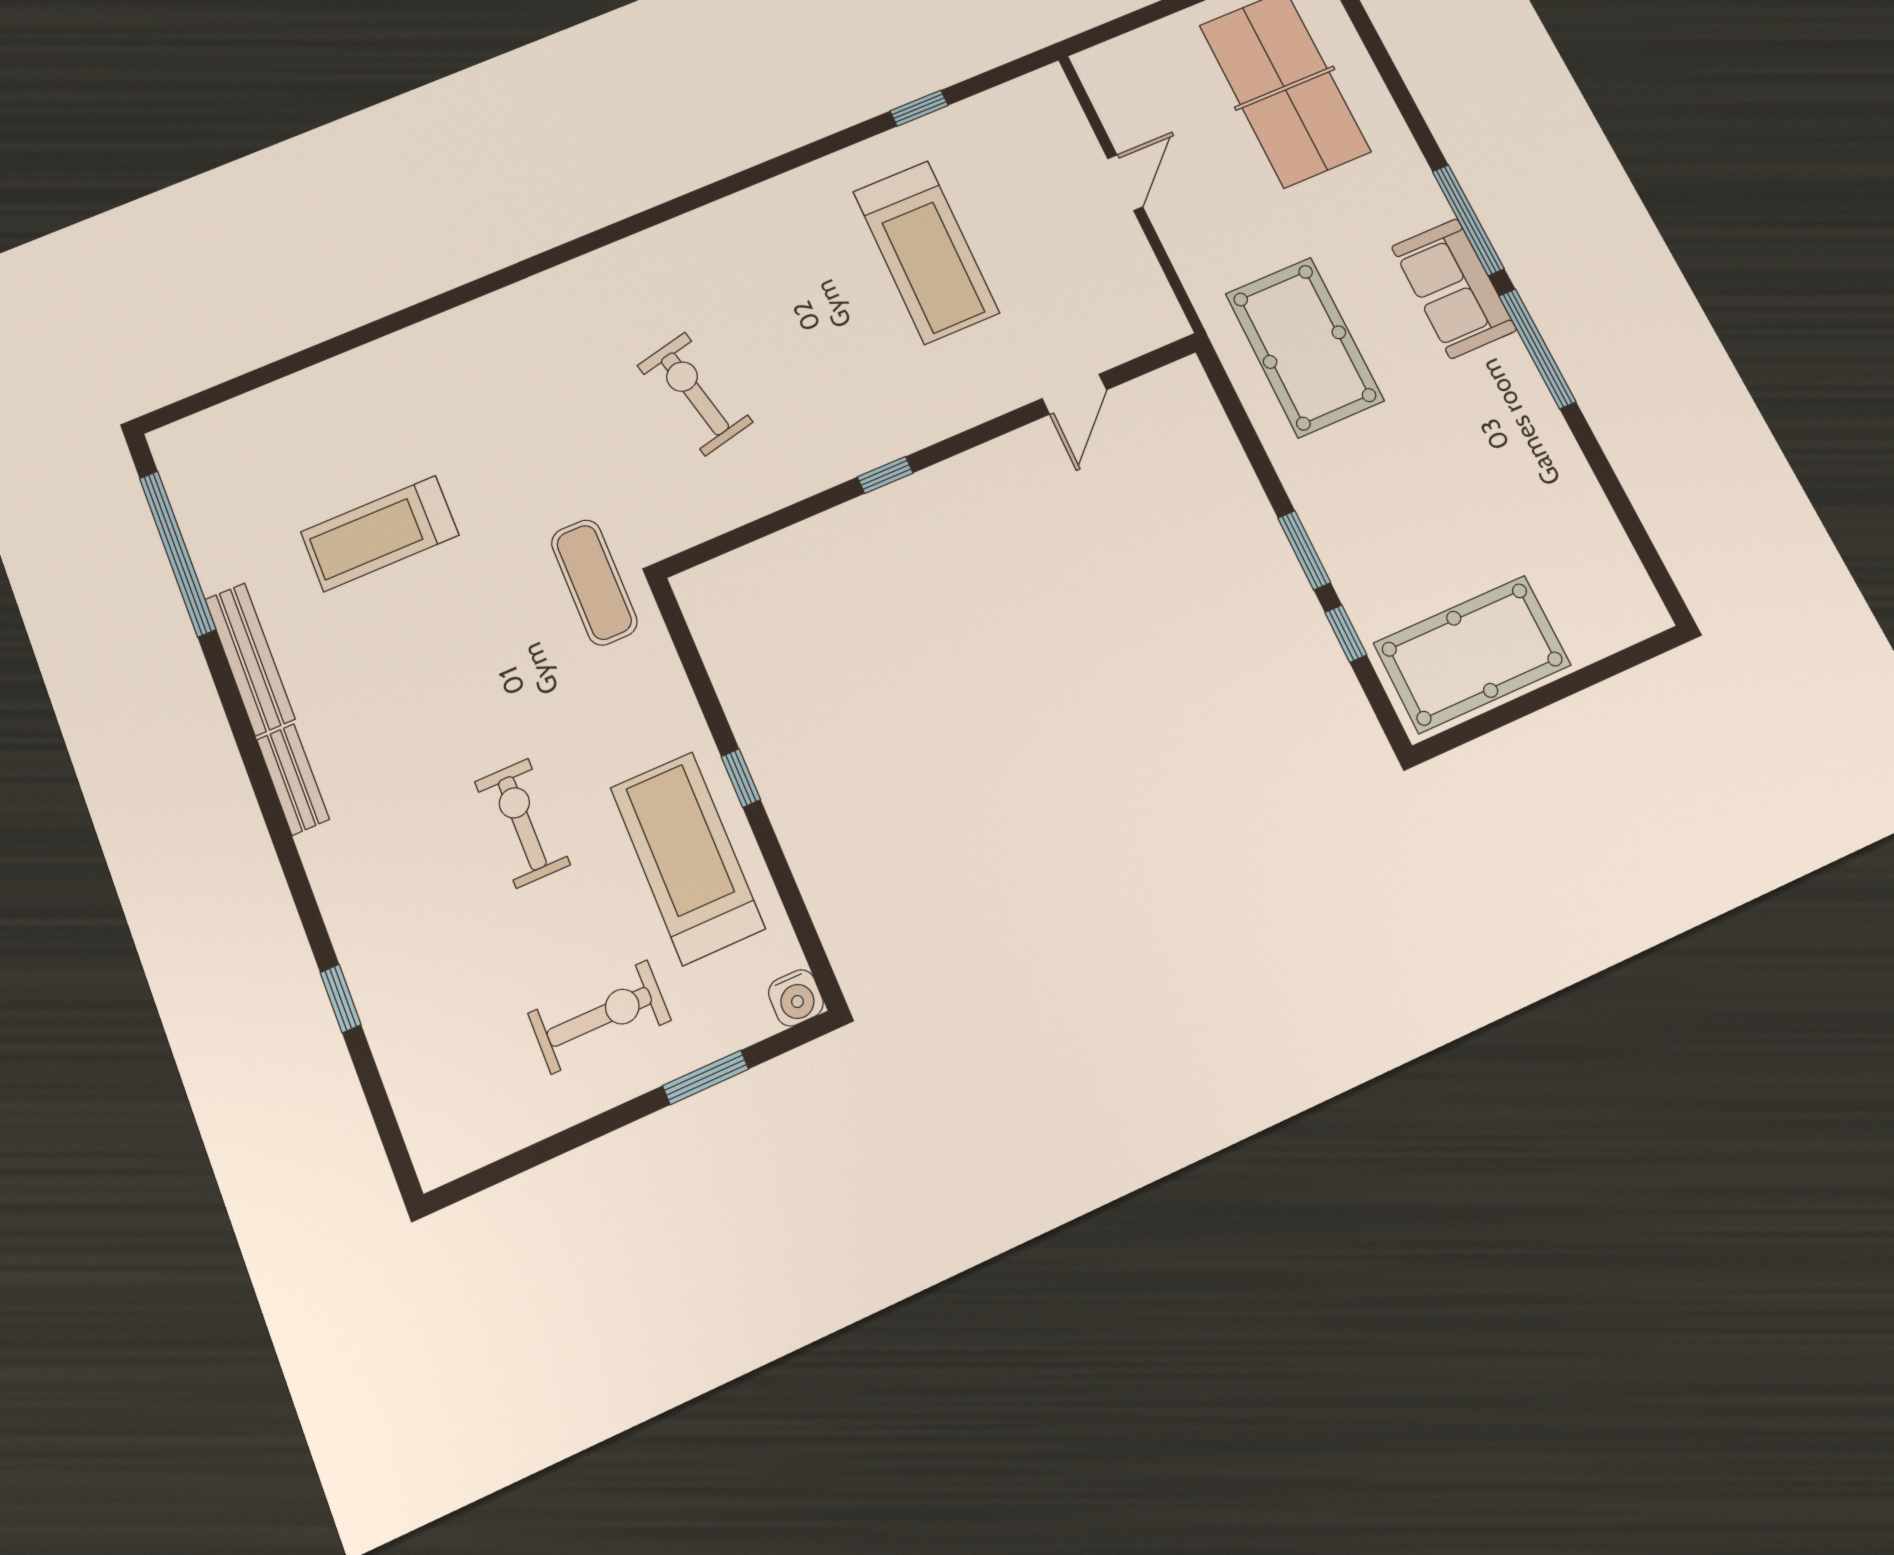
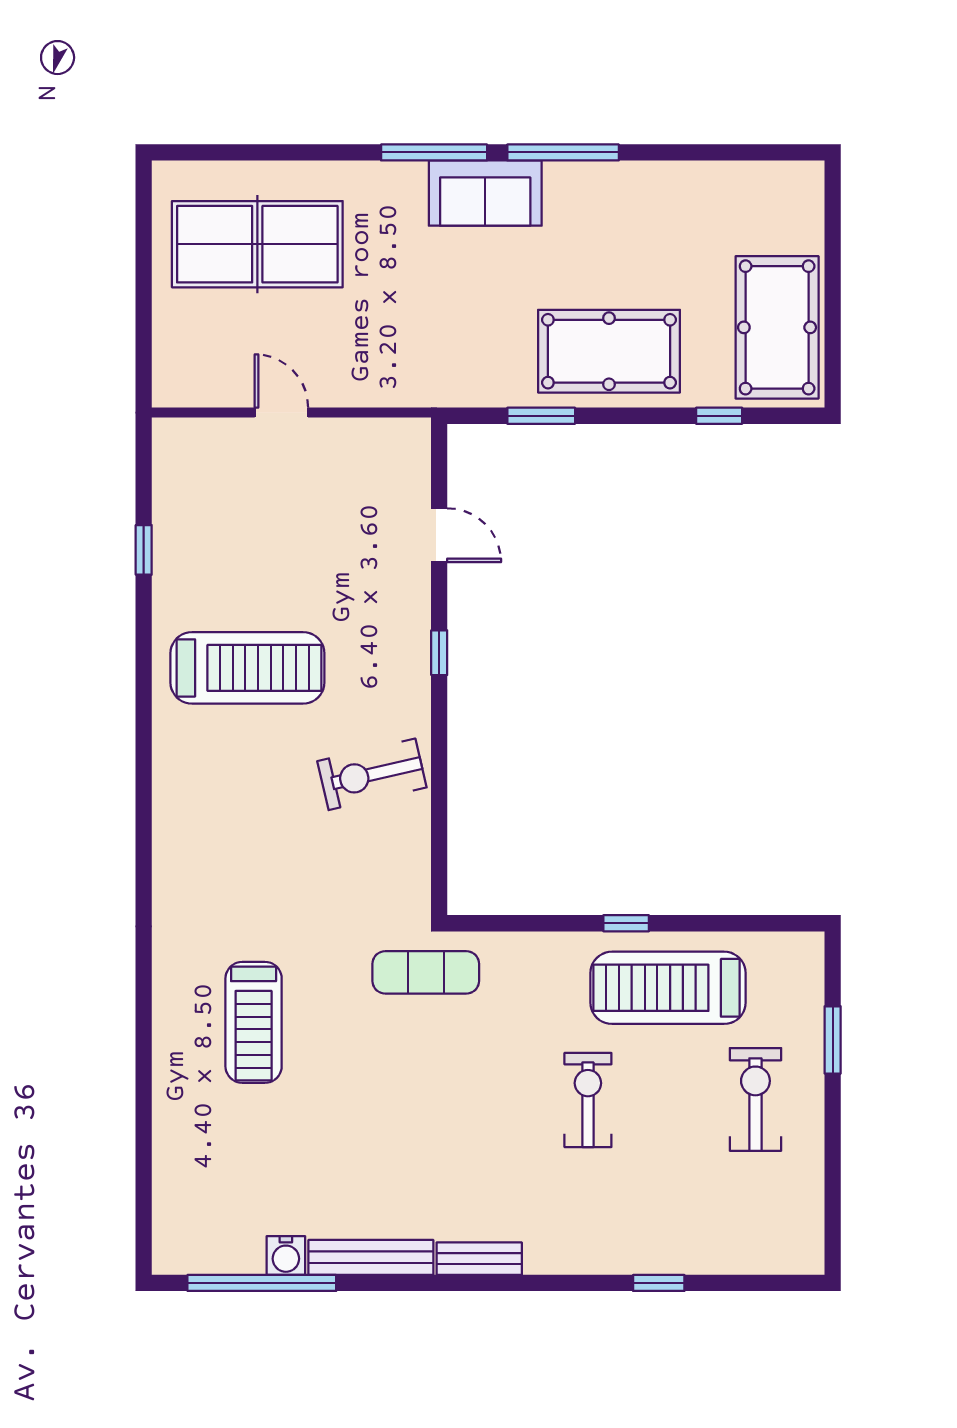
treadmill: (926, 252) -> (247, 668), moved
pool table: (1305, 347) -> (609, 351), moved
exercise bike: (695, 394) -> (372, 774), moved
window: (885, 475) -> (439, 653), moved
treadmill: (380, 533) -> (254, 1022), moved
window: (1304, 550) -> (541, 416), moved
exercise bike: (522, 823) -> (588, 1100), turned 90
water cooler: (796, 998) -> (286, 1256), moved, turned 90

